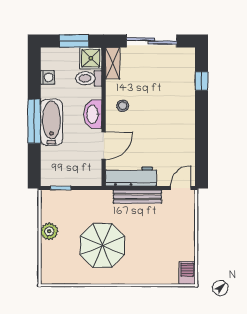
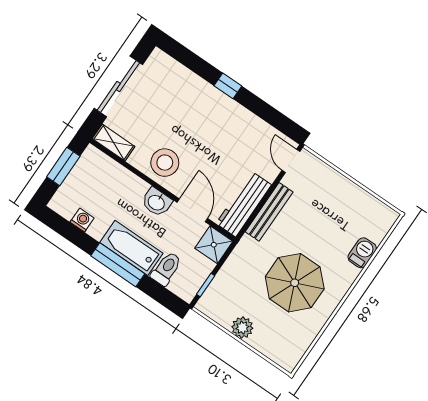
shower: (91, 58) -> (214, 245), moved
toilet: (89, 78) -> (166, 269), moved, turned 180
window: (202, 81) -> (228, 86), moved
stool: (123, 106) -> (165, 163), width x1.89, depth x1.89
washbasin: (93, 114) -> (157, 202), width x0.72
barbecue: (187, 273) -> (362, 253), moved, turned 90

